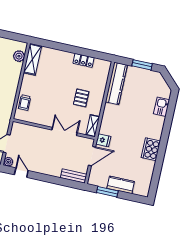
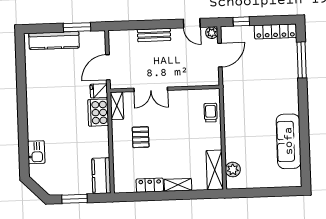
shelving: (63, 55) -> (178, 185), added
kitchen counter: (116, 83) -> (101, 176), width x0.67
cooker: (151, 149) -> (98, 113), moved, turned 180
bench: (74, 176) -> (154, 35), moved
kitchen counter: (121, 185) -> (54, 41), width x1.50

